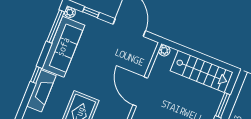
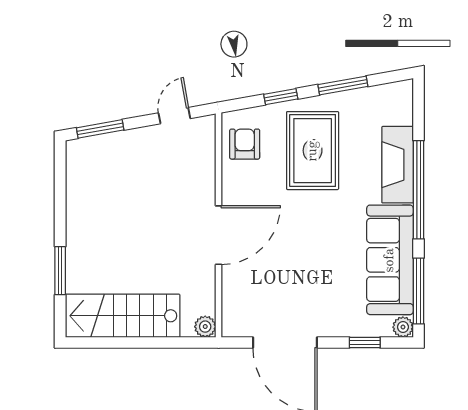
window: (36, 75) -> (418, 190), width x3.17
door: (140, 92) -> (219, 235), hinge flipped

